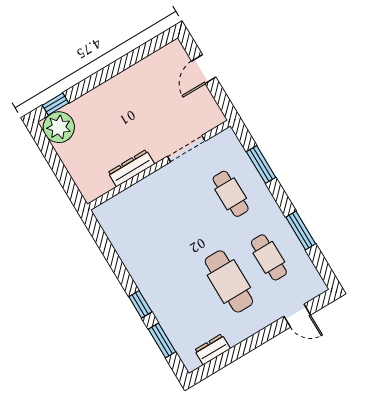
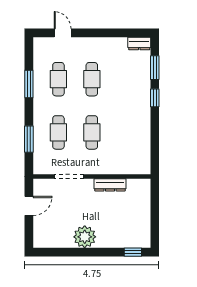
door: (204, 69) -> (29, 206), moved
plant: (59, 127) -> (85, 237), moved
cafe table: (191, 218) -> (92, 132), added
cafe table: (229, 281) -> (92, 79), width x0.73, depth x0.74
dresser: (212, 349) -> (139, 44), moved

